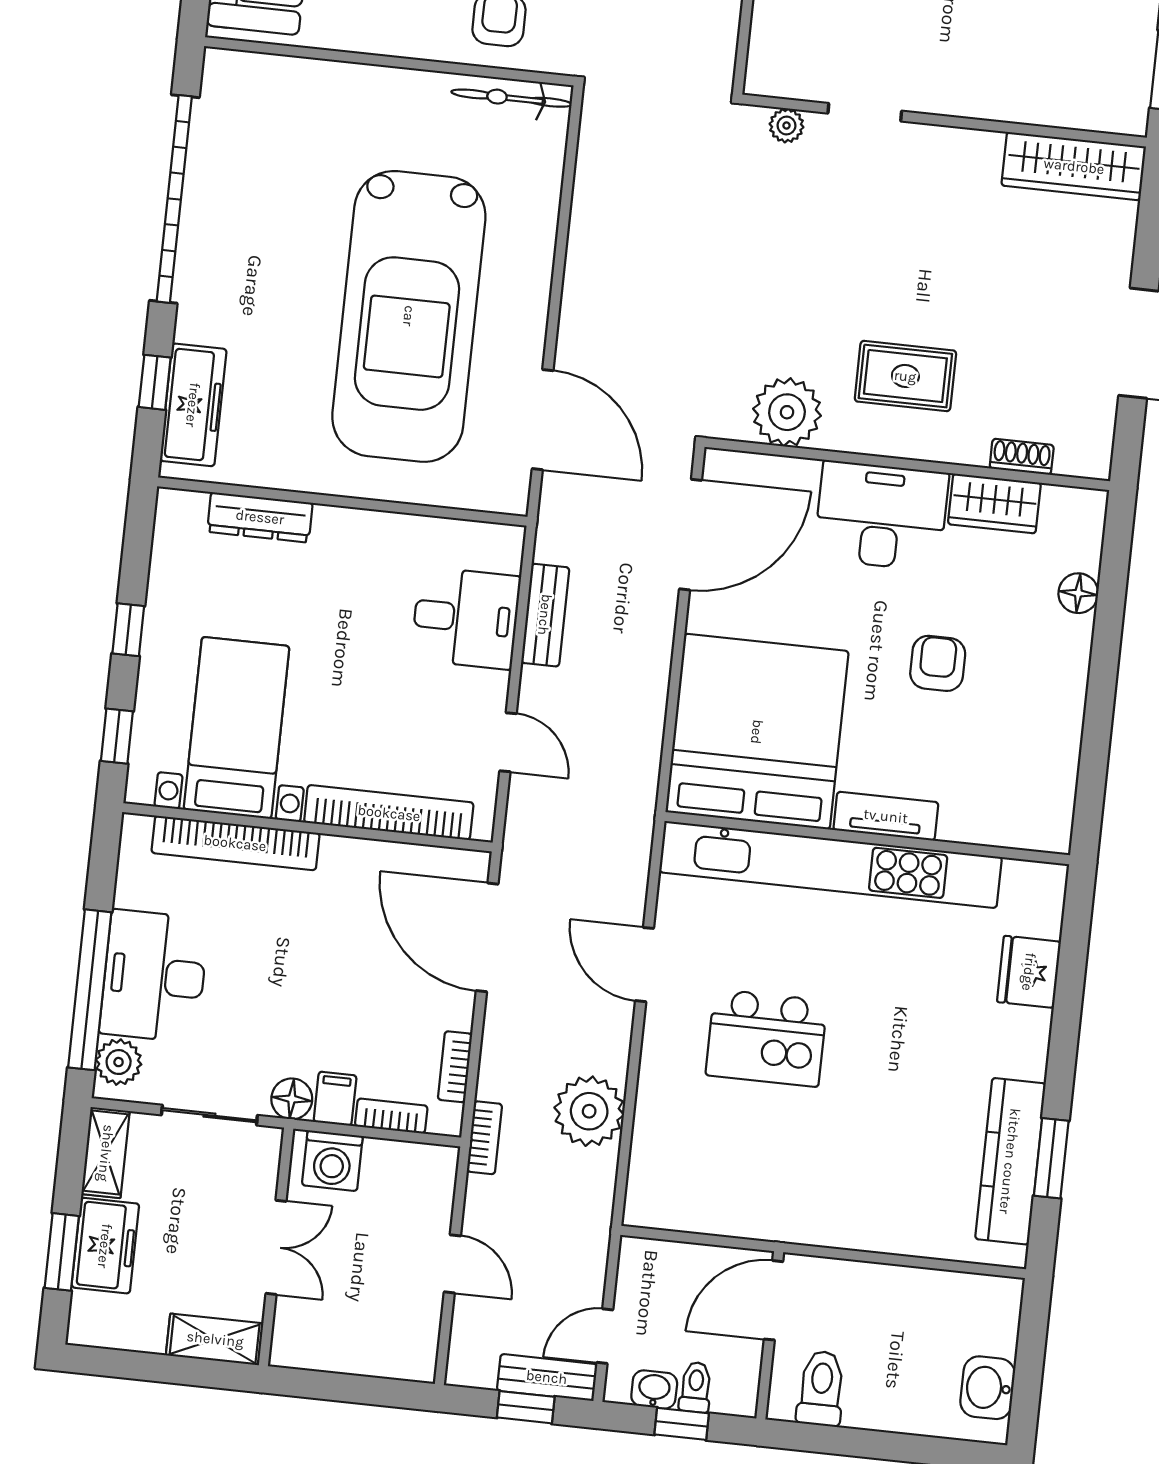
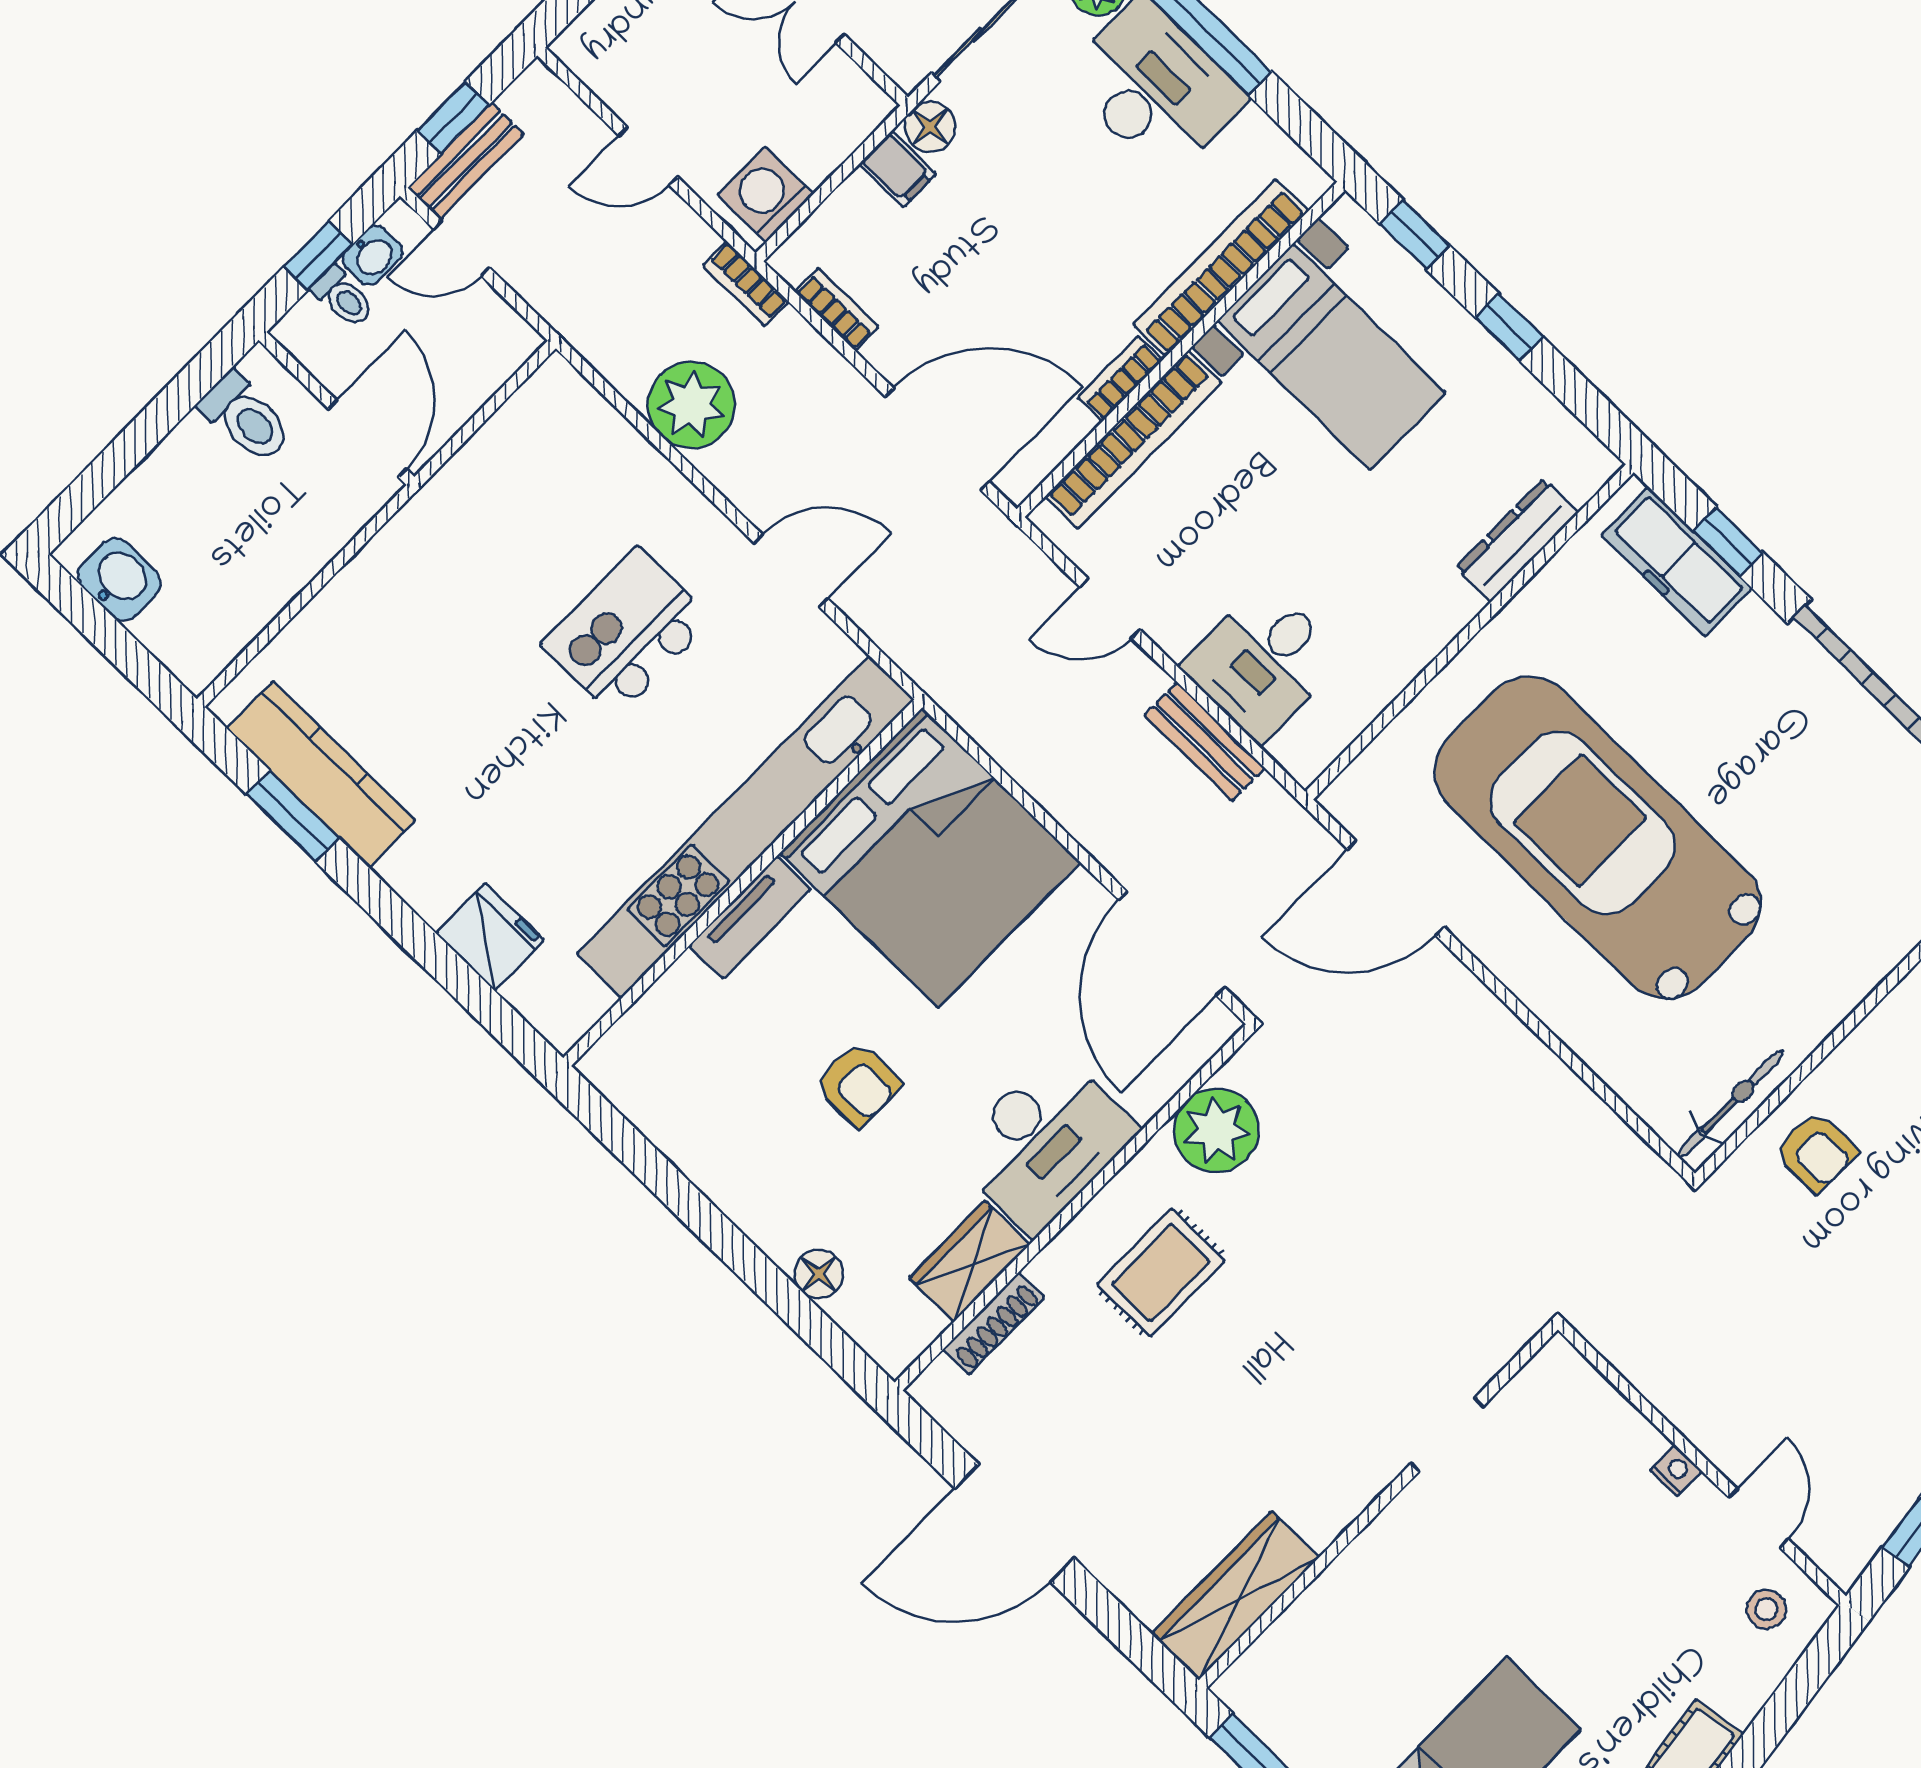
plant: (786, 126) -> (1494, 1349), removed
shoe rack: (1022, 457) -> (994, 1323), width x1.43
bookcase: (391, 1116) -> (1120, 379), moved, turned 180
washing machine: (332, 1161) -> (766, 194), moved
door: (605, 1336) -> (462, 248), swing flipped

